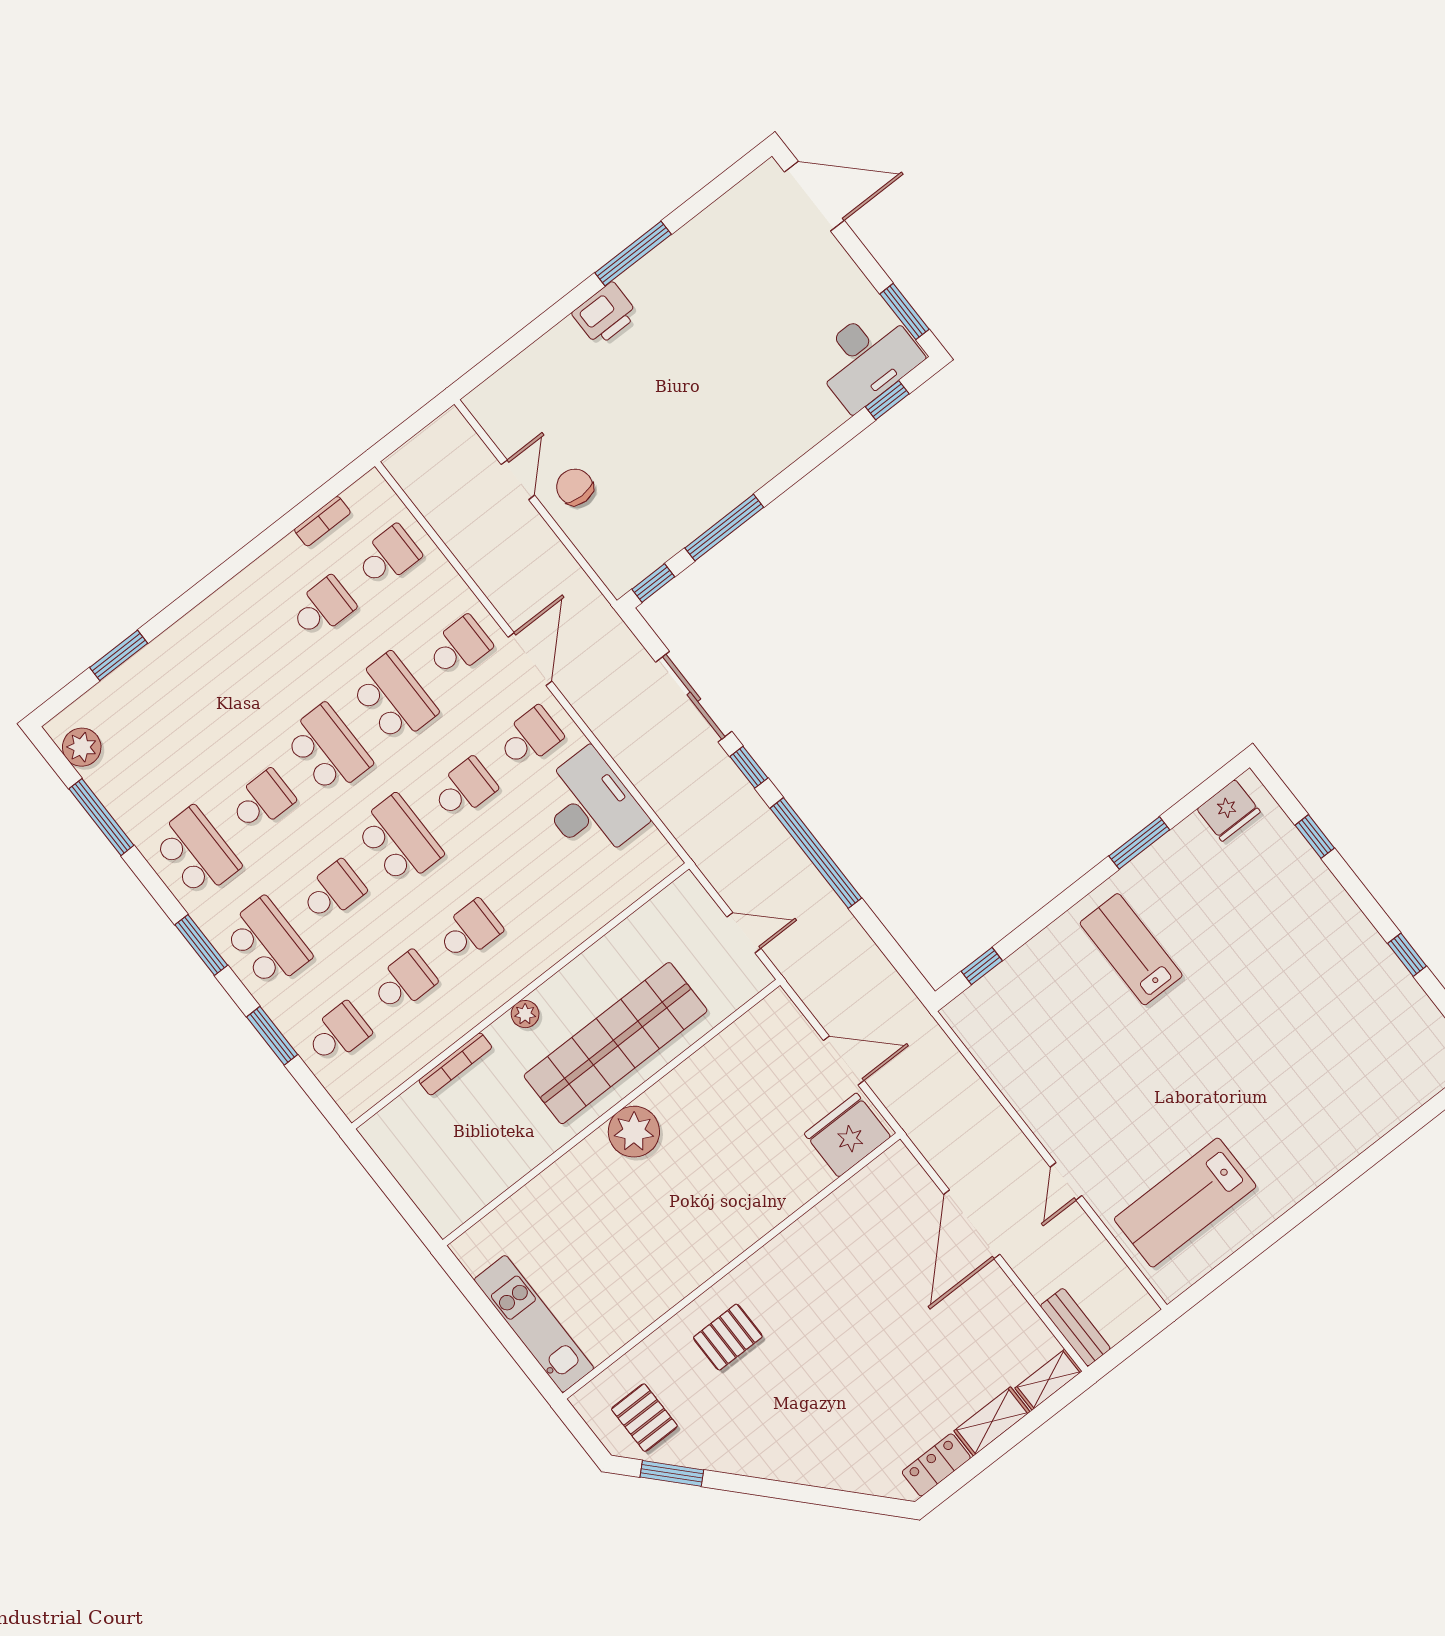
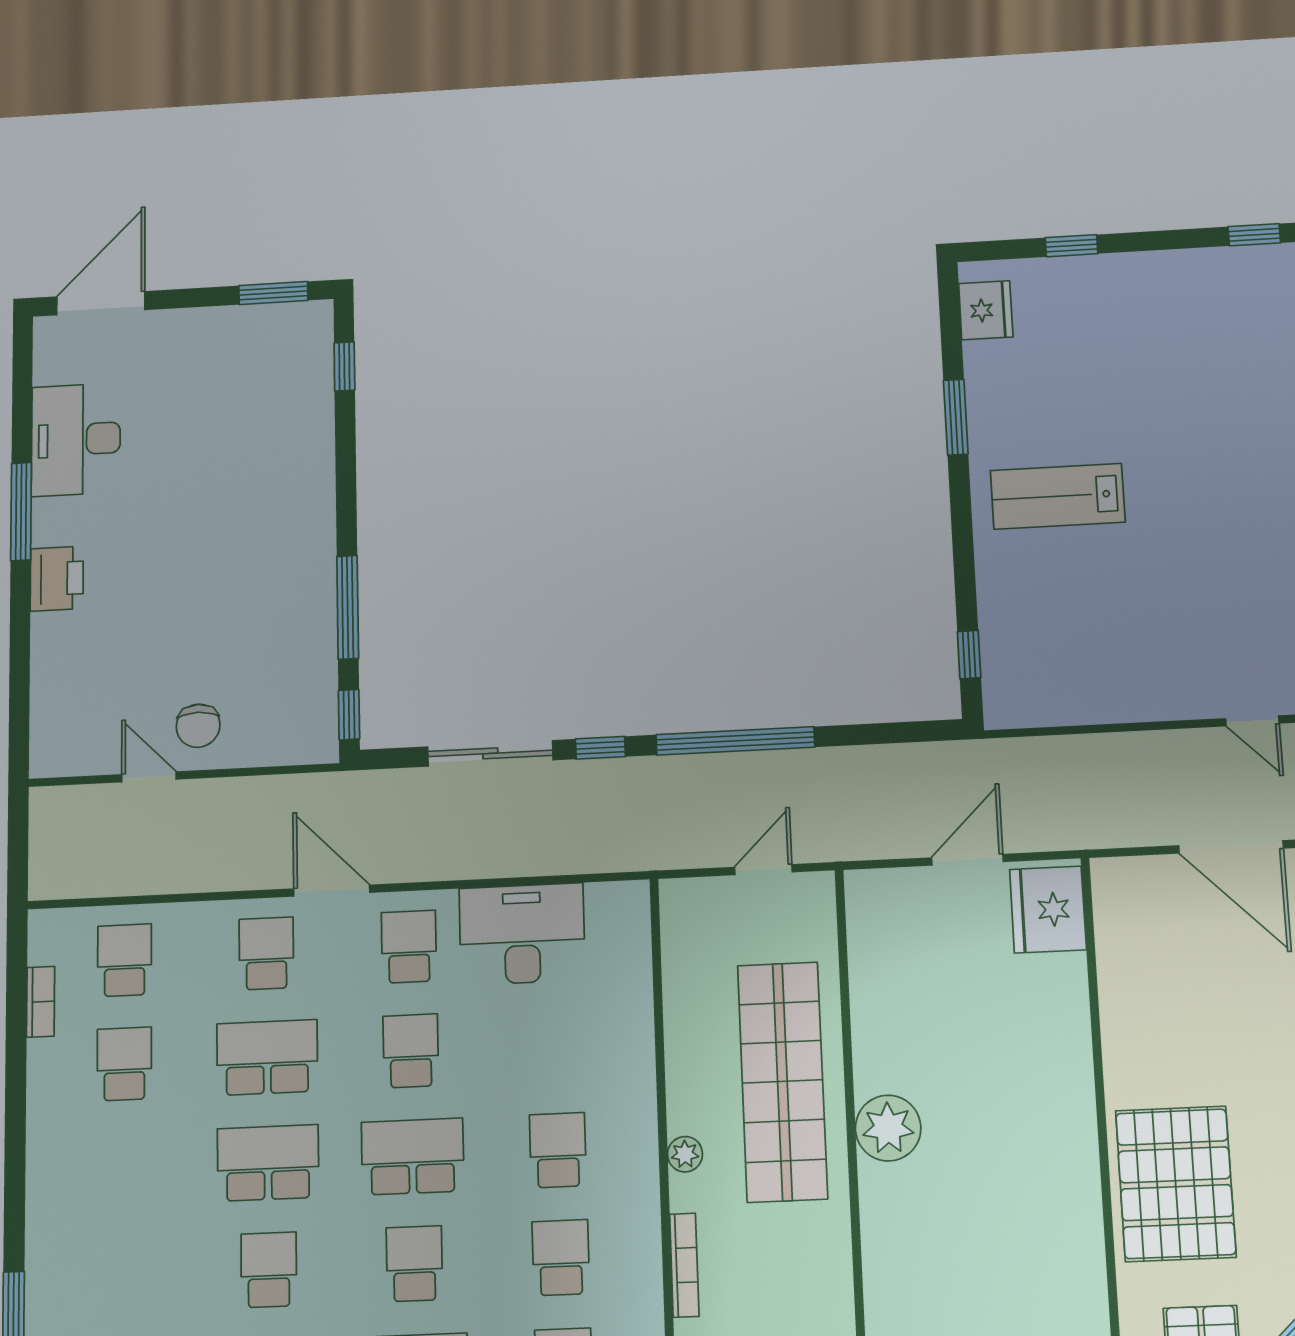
desk: (867, 358) -> (76, 440), moved, turned 180
chair: (575, 487) -> (198, 726), turned -90
pallet: (728, 1337) -> (1176, 1184), width x2.05, depth x2.00

